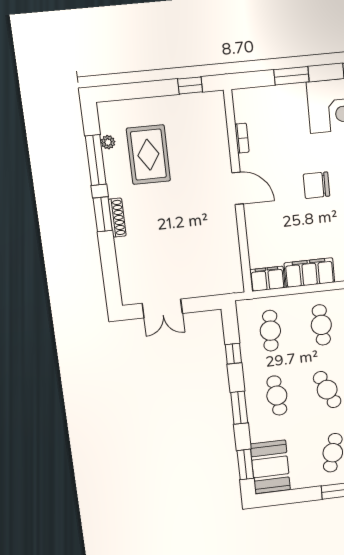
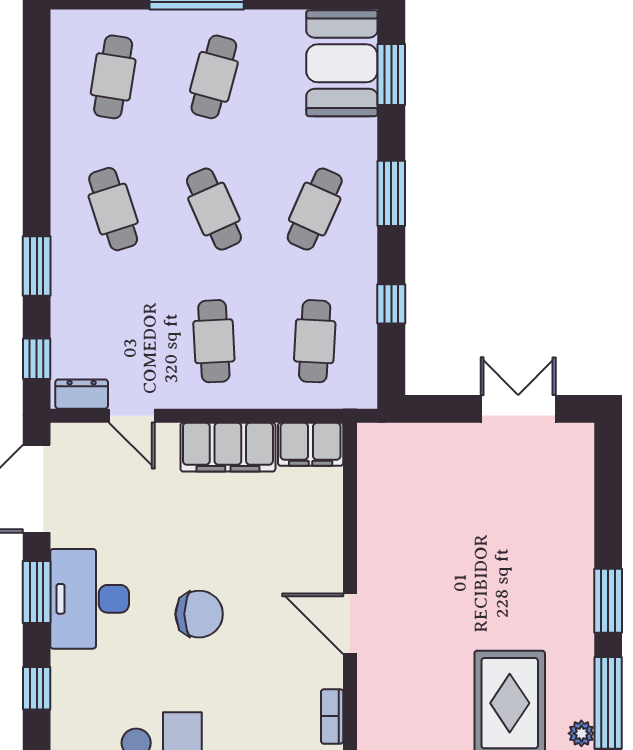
shoe rack: (117, 218) -> (582, 592), removed
cafe table: (277, 396) -> (315, 209), turned 30

